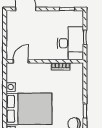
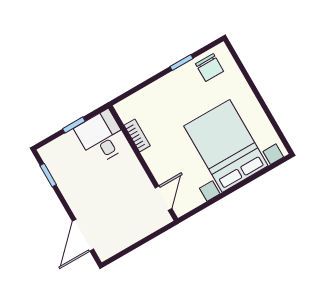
desk: (70, 43) -> (102, 137), width x0.73
door: (21, 61) -> (163, 198), swing flipped

